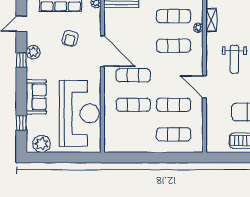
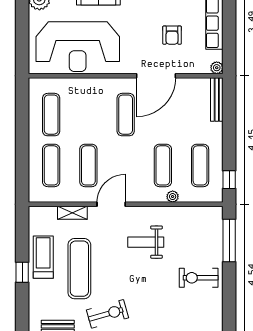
shelving: (211, 20) -> (72, 213), moved
plant: (198, 28) -> (173, 197), moved
armchair: (70, 38) -> (172, 35), turned -104
exercise mat: (133, 105) -> (51, 115), moved

